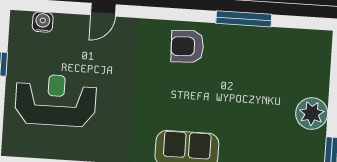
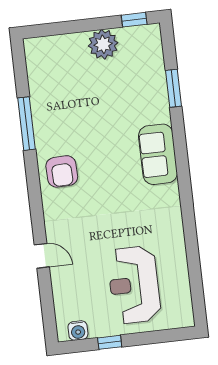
water cooler: (43, 22) -> (78, 331), moved, turned -90

